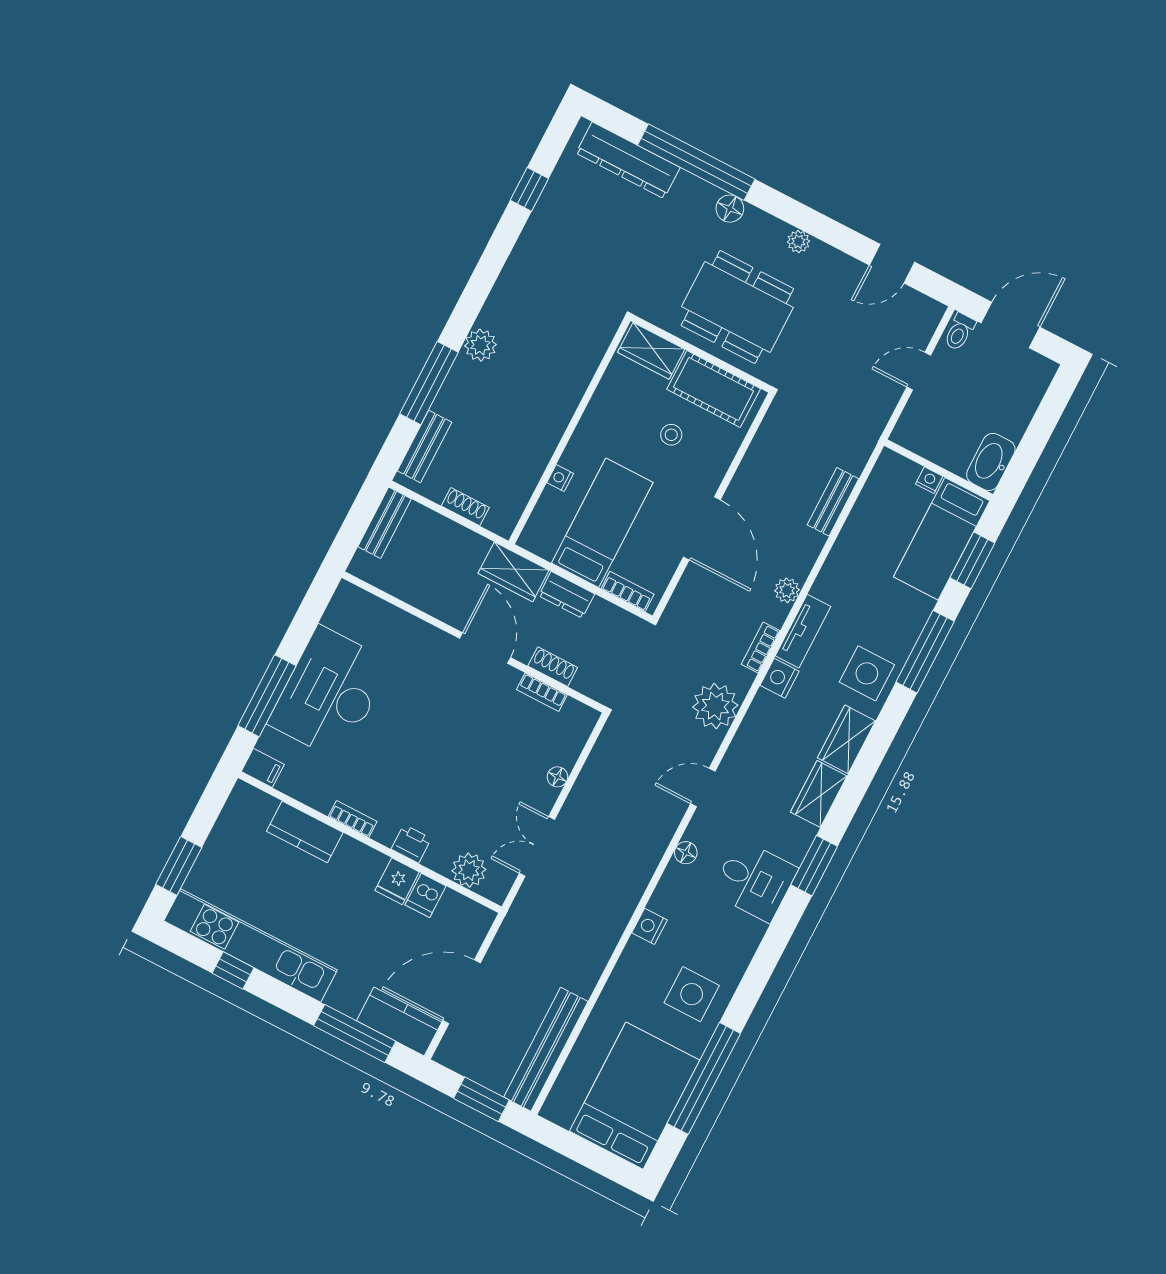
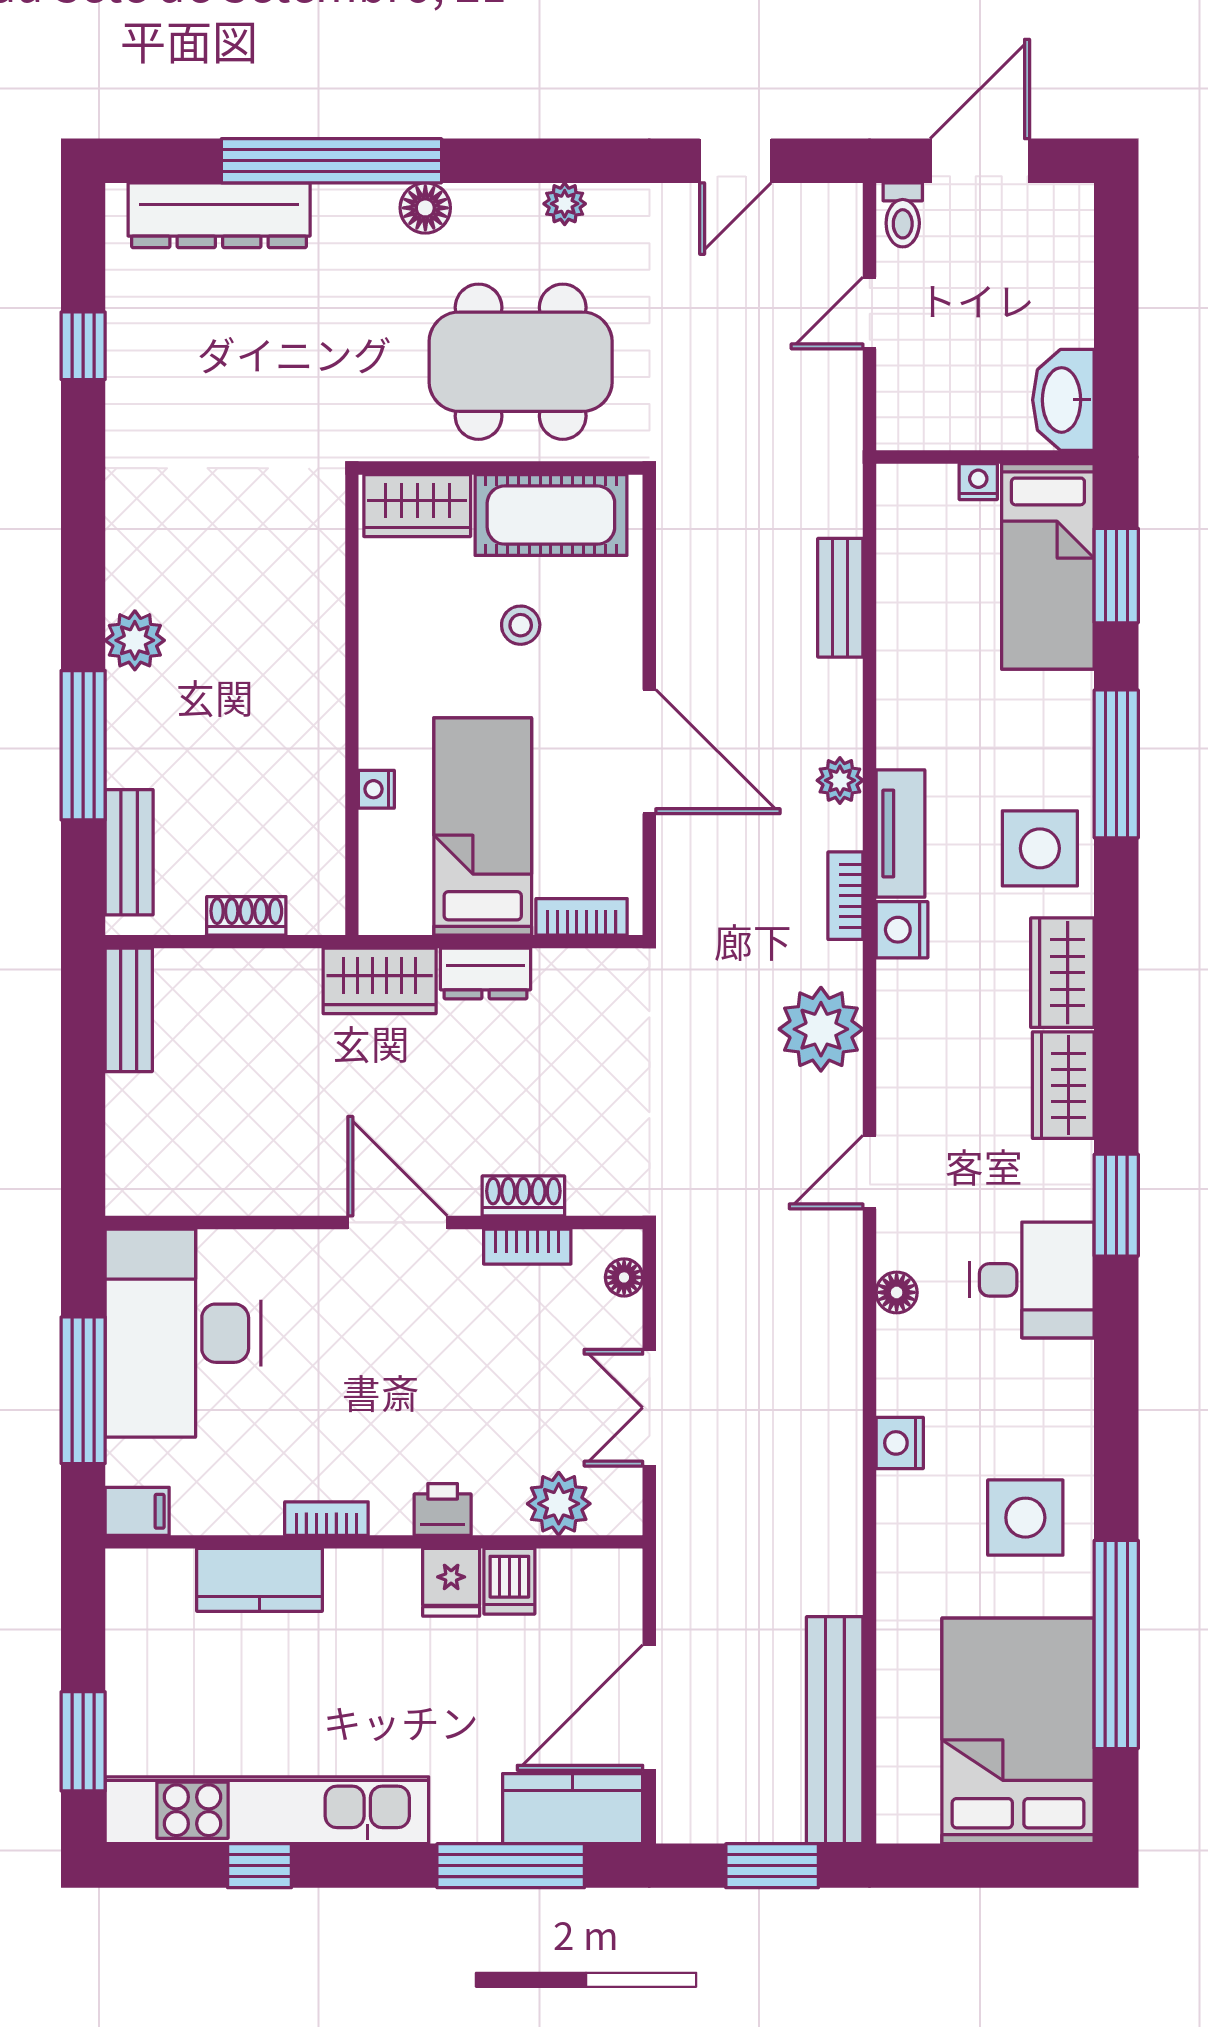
wall: (474, 642) -> (374, 1222), moved
door: (485, 648) -> (398, 1222), moved
shoe rack: (553, 667) -> (523, 1196), moved
bookcase: (542, 692) -> (527, 1247), moved

